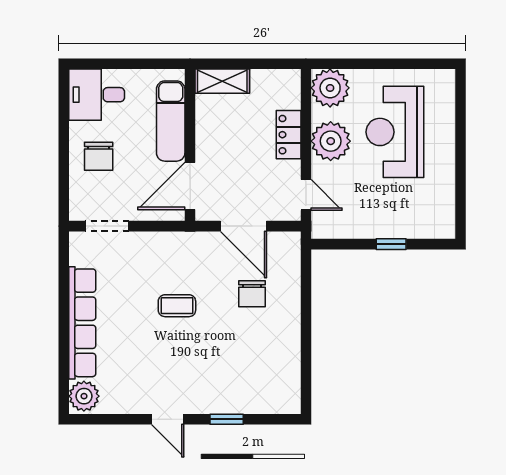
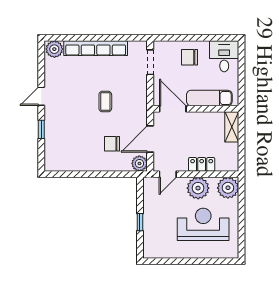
plant: (287, 245) -> (139, 163), added

